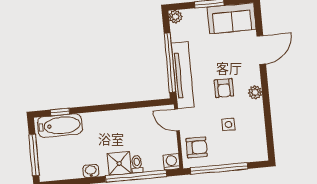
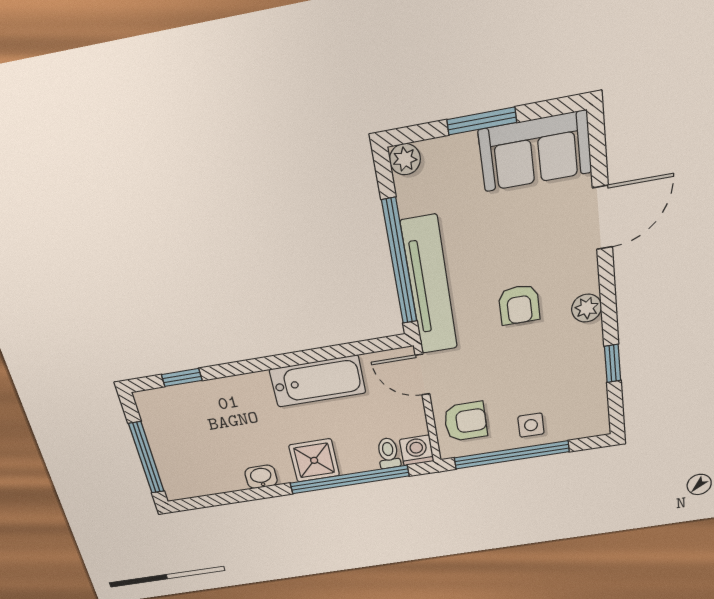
window: (268, 122) -> (613, 363), added
side table: (228, 124) -> (531, 425), moved
bathtub: (60, 126) -> (318, 381), moved
toilet: (137, 164) -> (388, 453), moved

